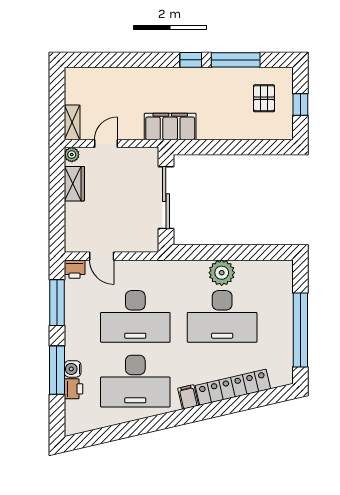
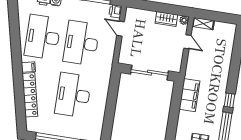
filing cabinet: (170, 126) -> (190, 95), moved
door: (102, 256) -> (121, 29), hinge flipped
plant: (222, 273) -> (99, 99), removed

